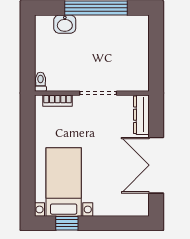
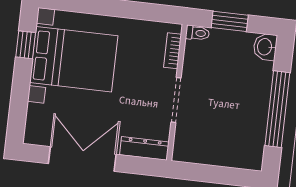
washbasin: (65, 24) -> (265, 47), moved
window: (28, 56) -> (230, 21), added
bed with nightstands: (64, 182) -> (74, 59), width x1.36

